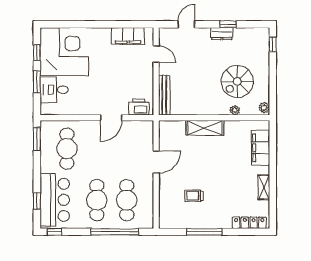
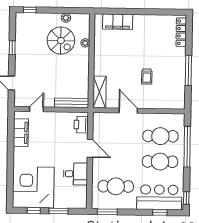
dresser: (222, 34) -> (20, 53), removed
desk: (54, 90) -> (76, 174), moved, turned -90
plant: (264, 108) -> (66, 18), moved
shelving: (205, 128) -> (100, 92), moved
shelving: (264, 187) -> (151, 19), removed
trolley: (194, 196) -> (147, 77), moved

